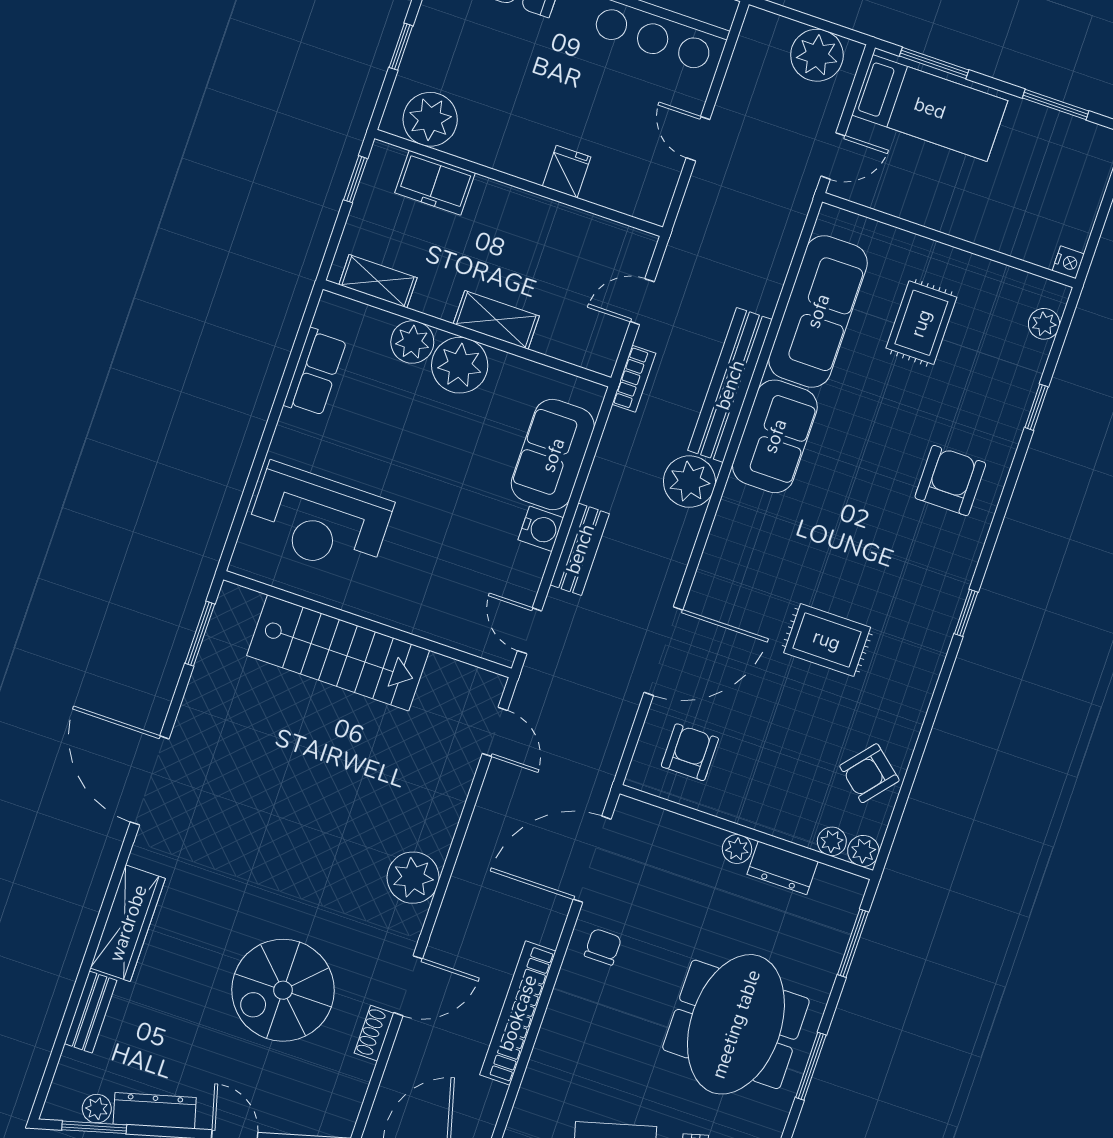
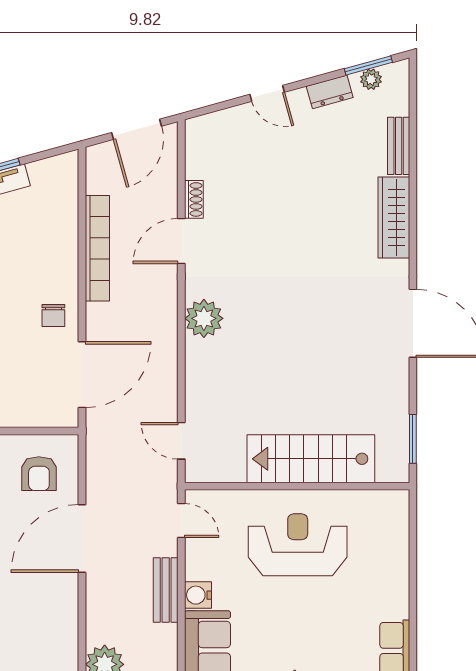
reception desk: (319, 520) -> (298, 545), moved
spiral stairs: (283, 990) -> (268, 208), removed
dresser: (155, 1111) -> (330, 92), width x0.70

